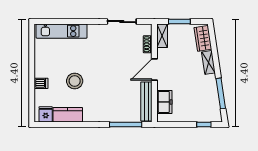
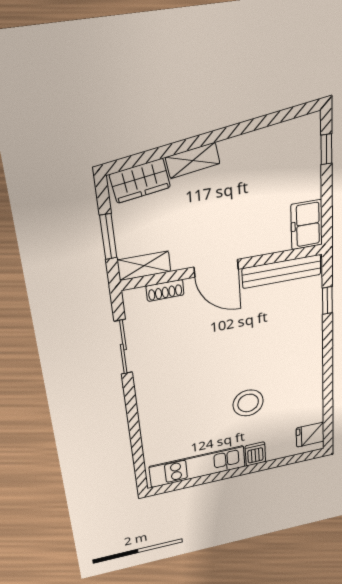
kitchen unit: (62, 31) -> (198, 466), moved, turned -90
window: (221, 93) -> (259, 123), removed
freezer: (164, 102) -> (307, 225), moved, turned -90
kitchen counter: (68, 115) -> (310, 401), removed
window: (126, 124) -> (327, 301), width x0.46

